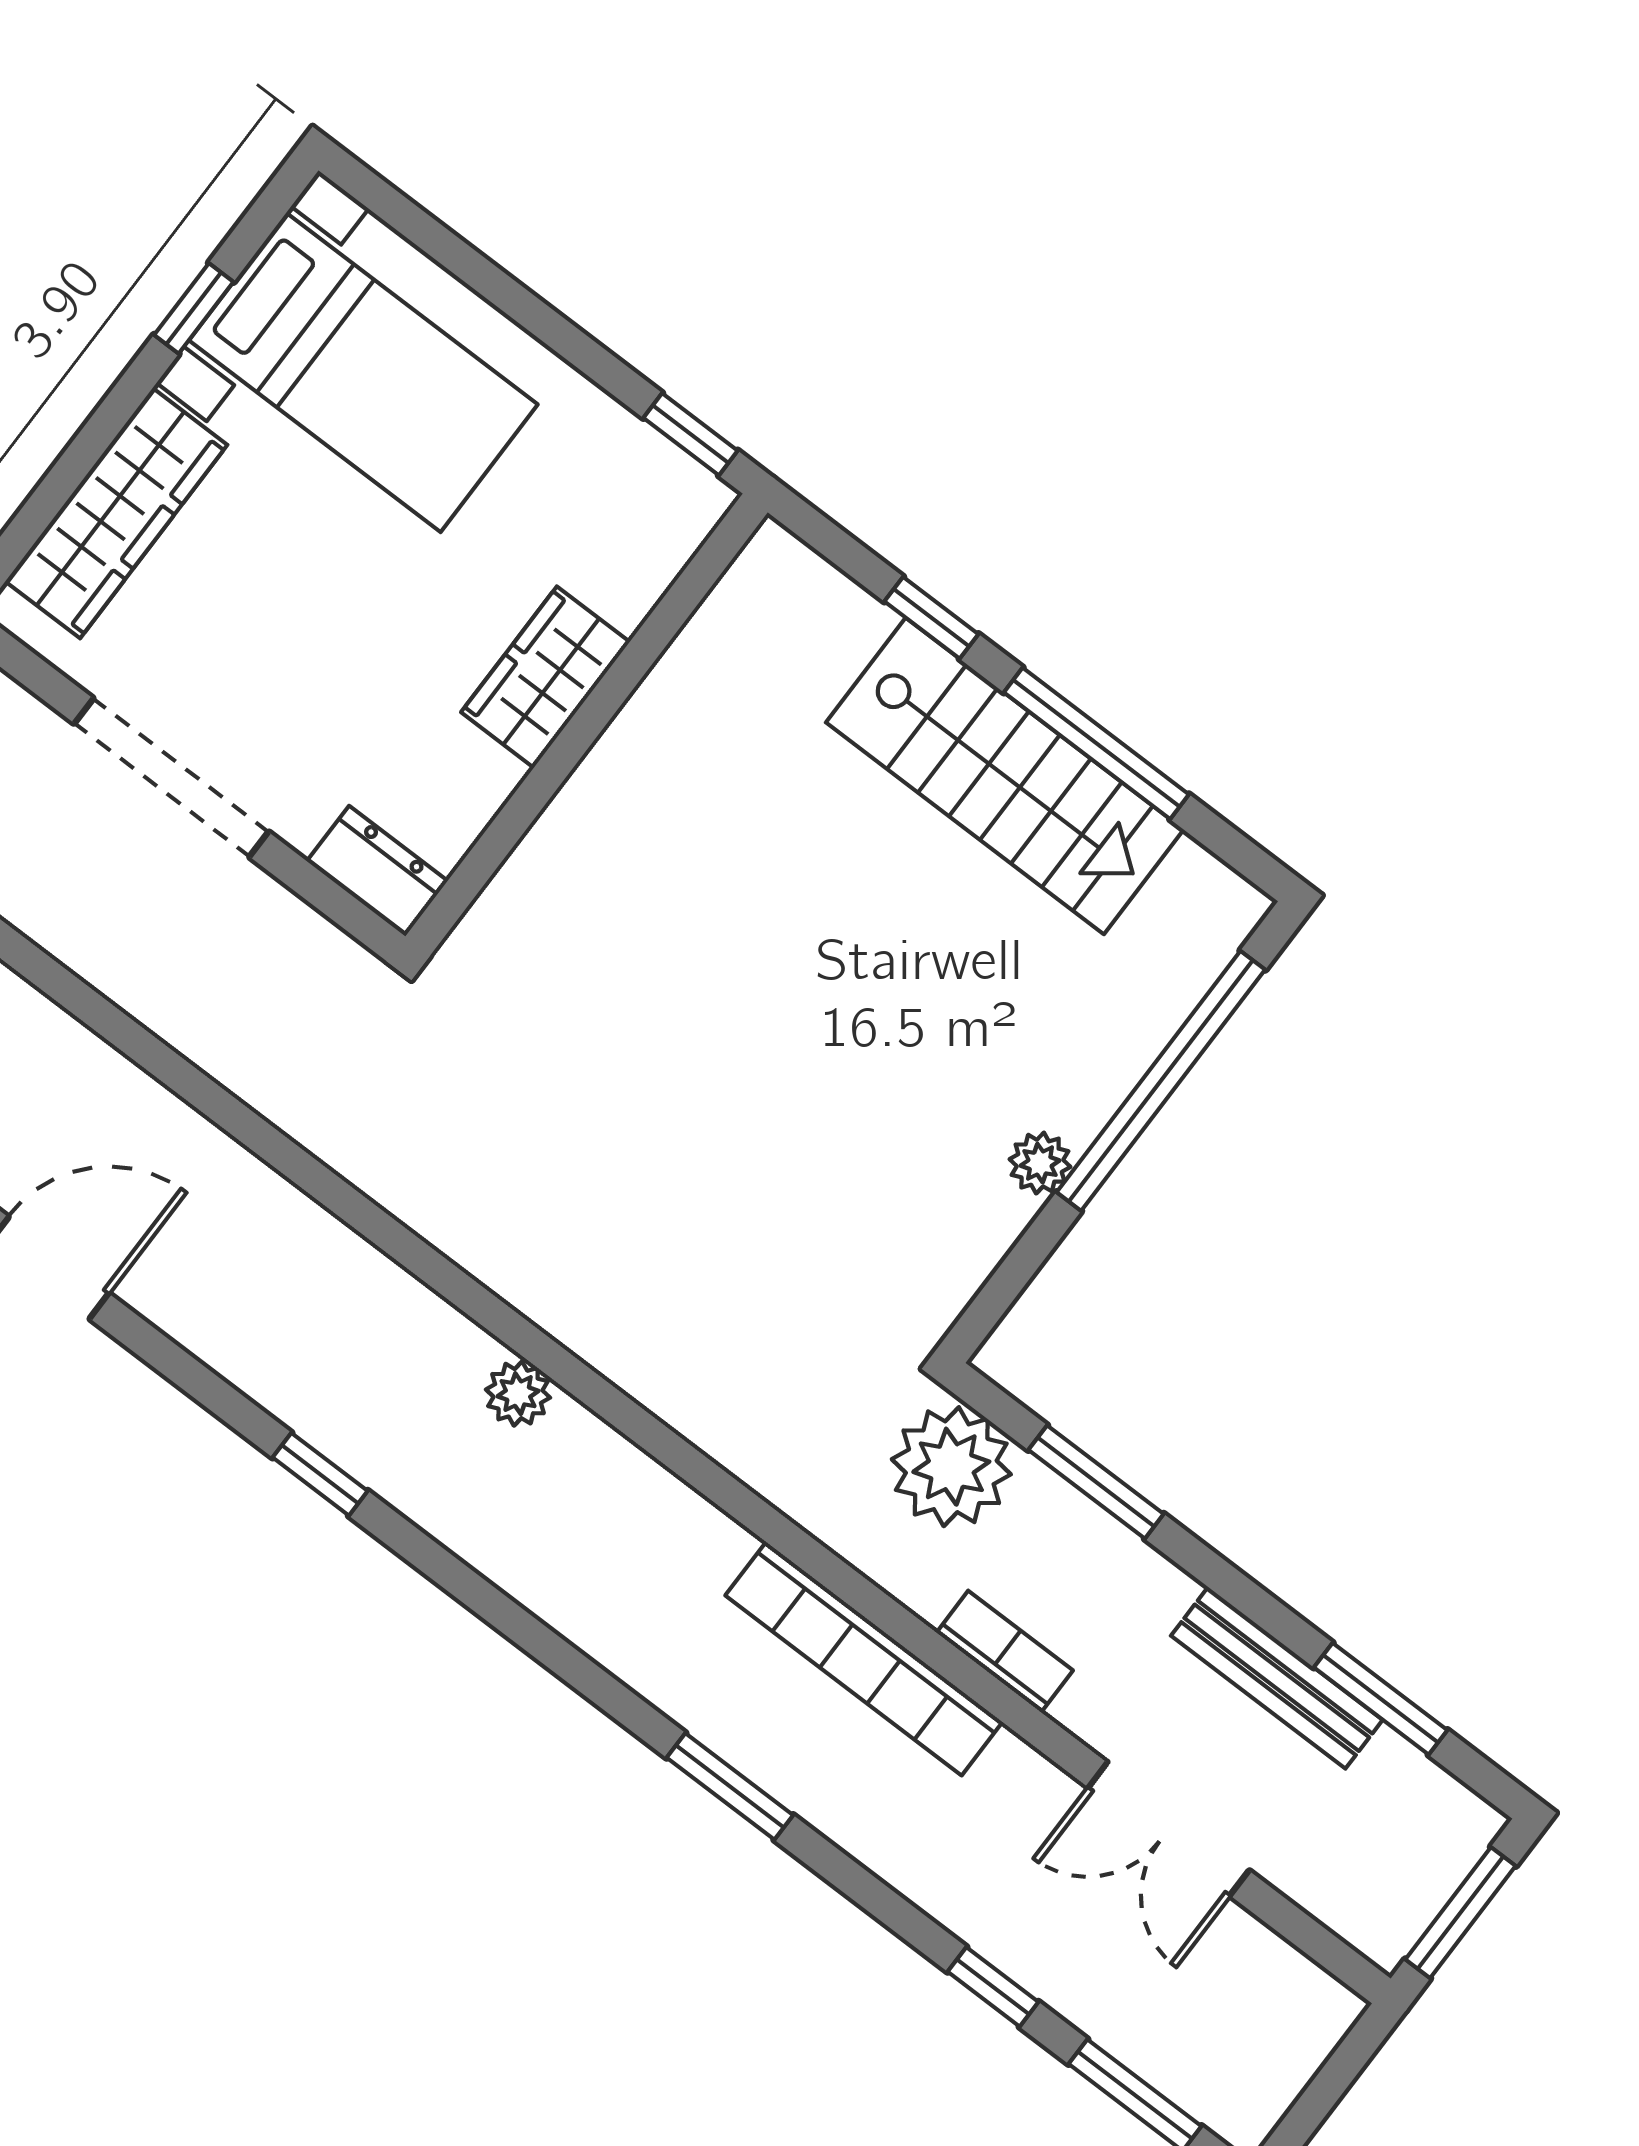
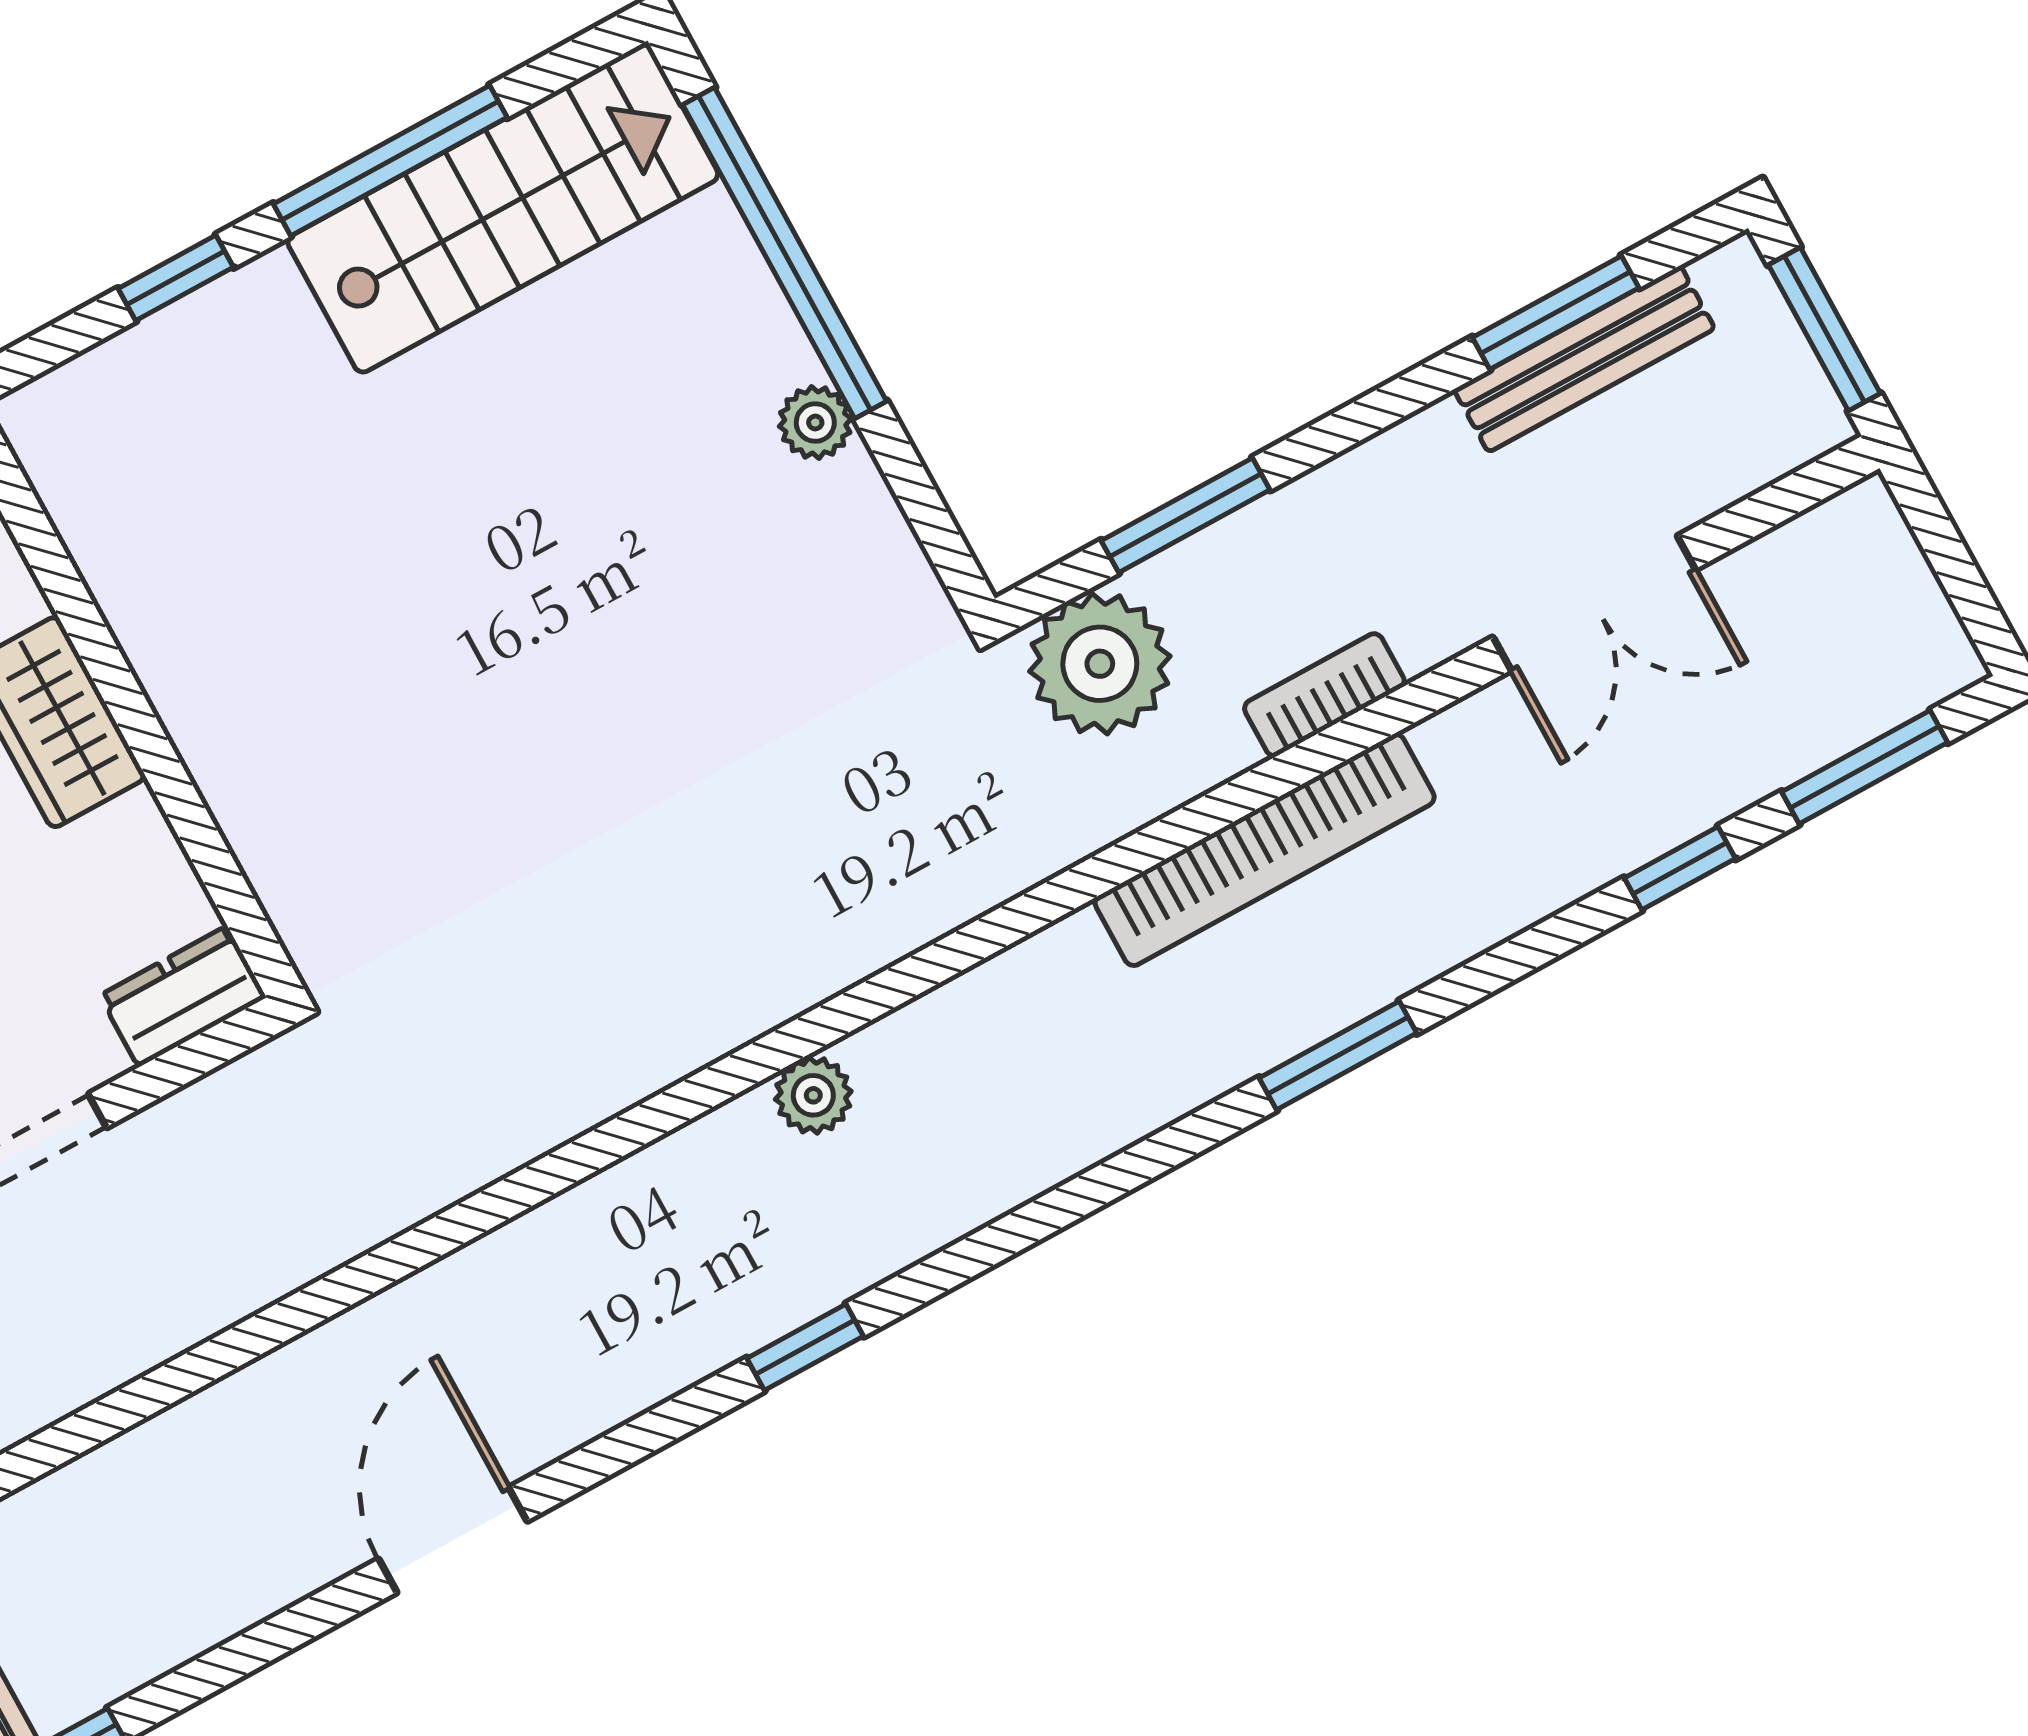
stairs: (1005, 776) -> (503, 208), moved
bench: (1277, 1678) -> (1584, 359), moved

